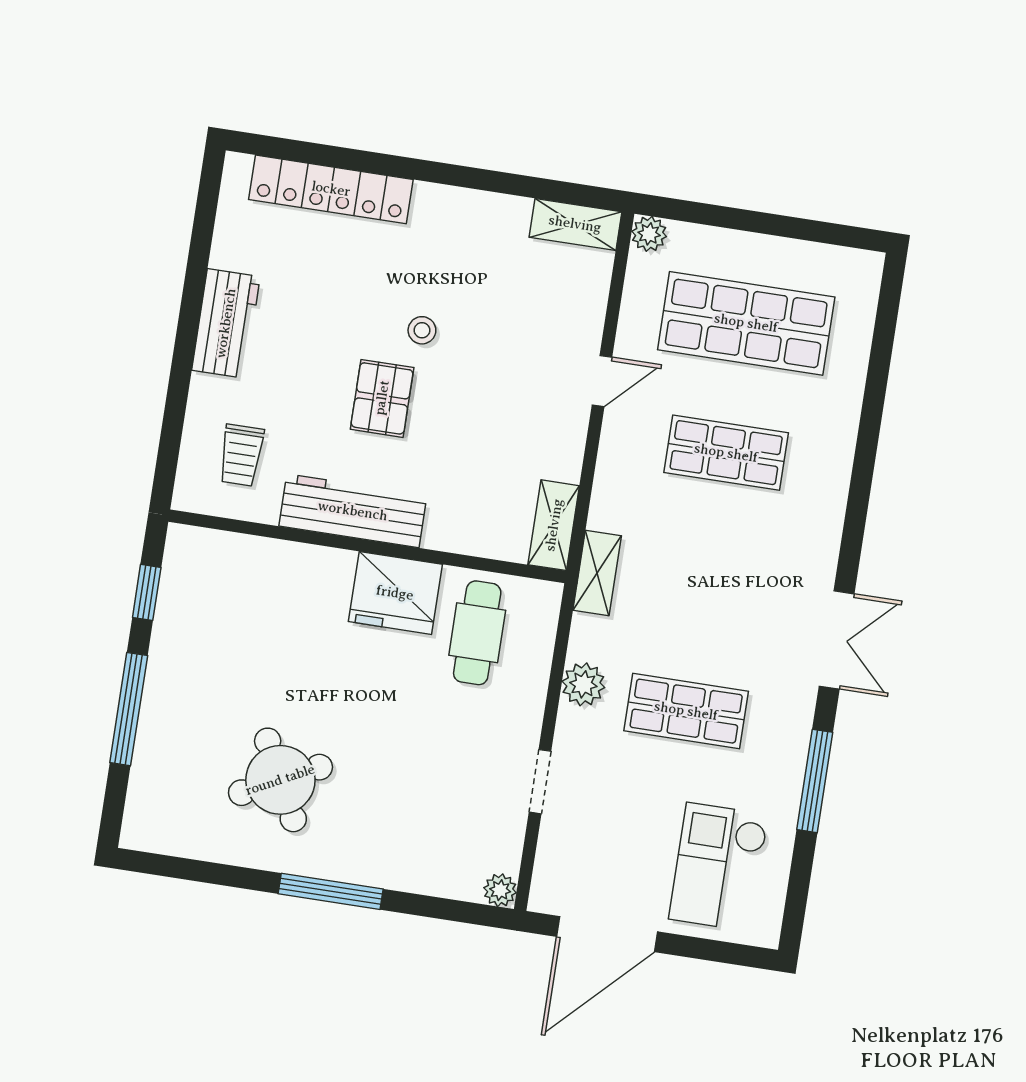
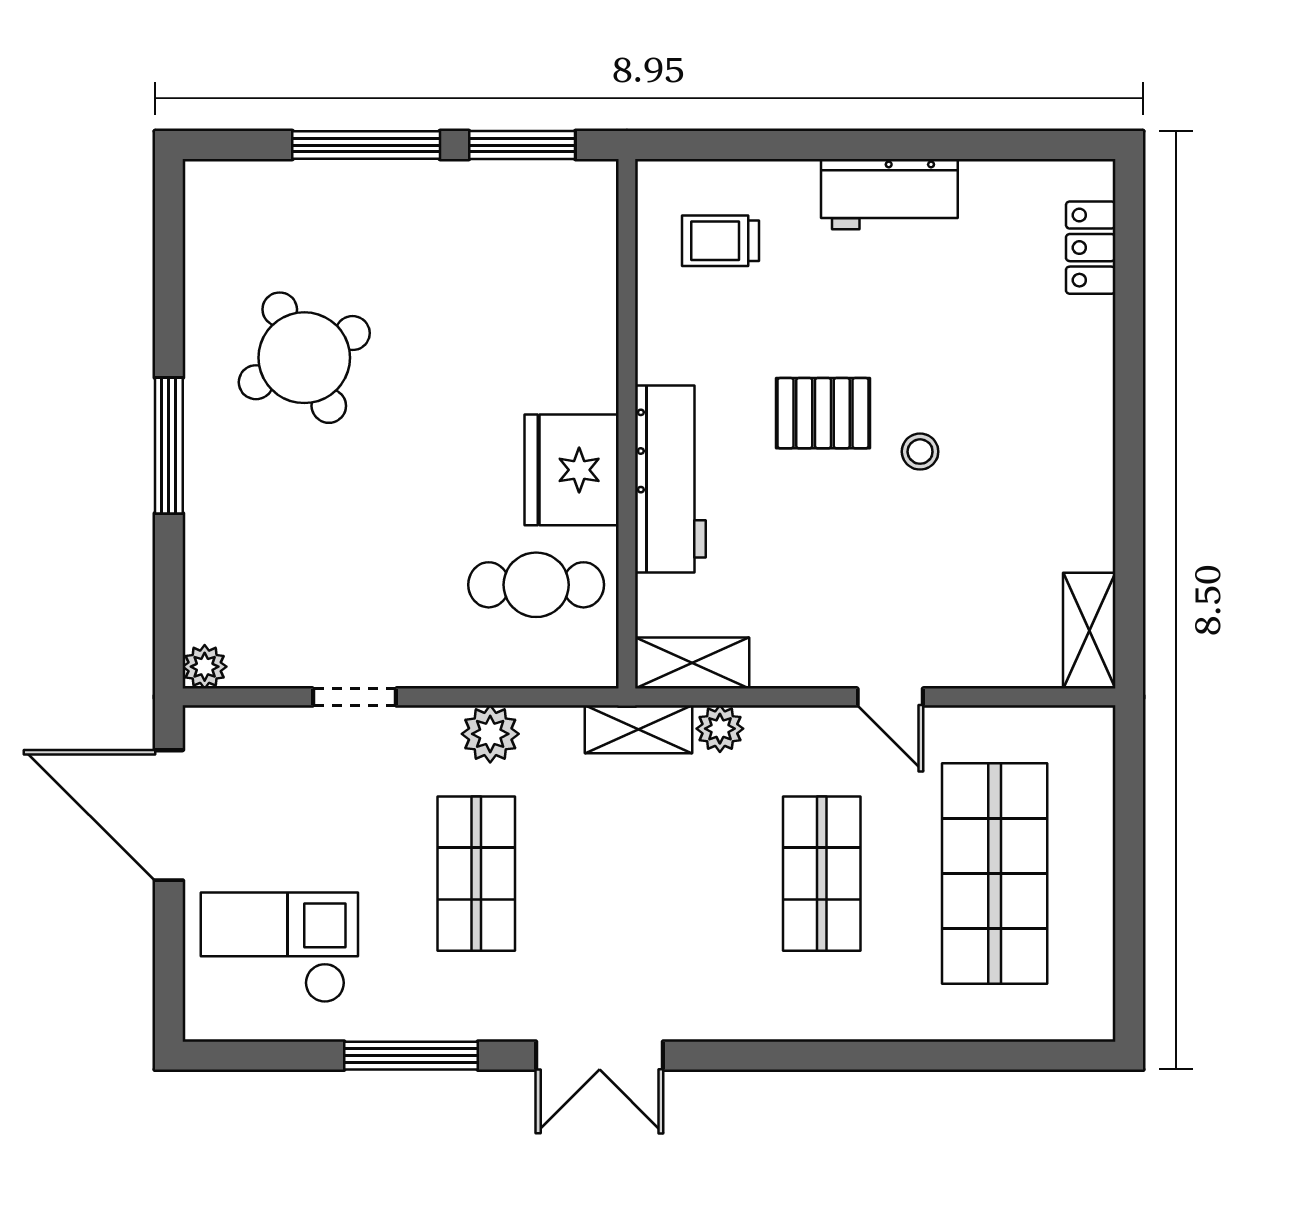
locker: (331, 189) -> (1091, 248), width x0.46, depth x0.83
plant: (649, 234) -> (720, 729), moved
workbench: (353, 511) -> (670, 479), moved
window: (147, 592) -> (522, 145), width x1.50

